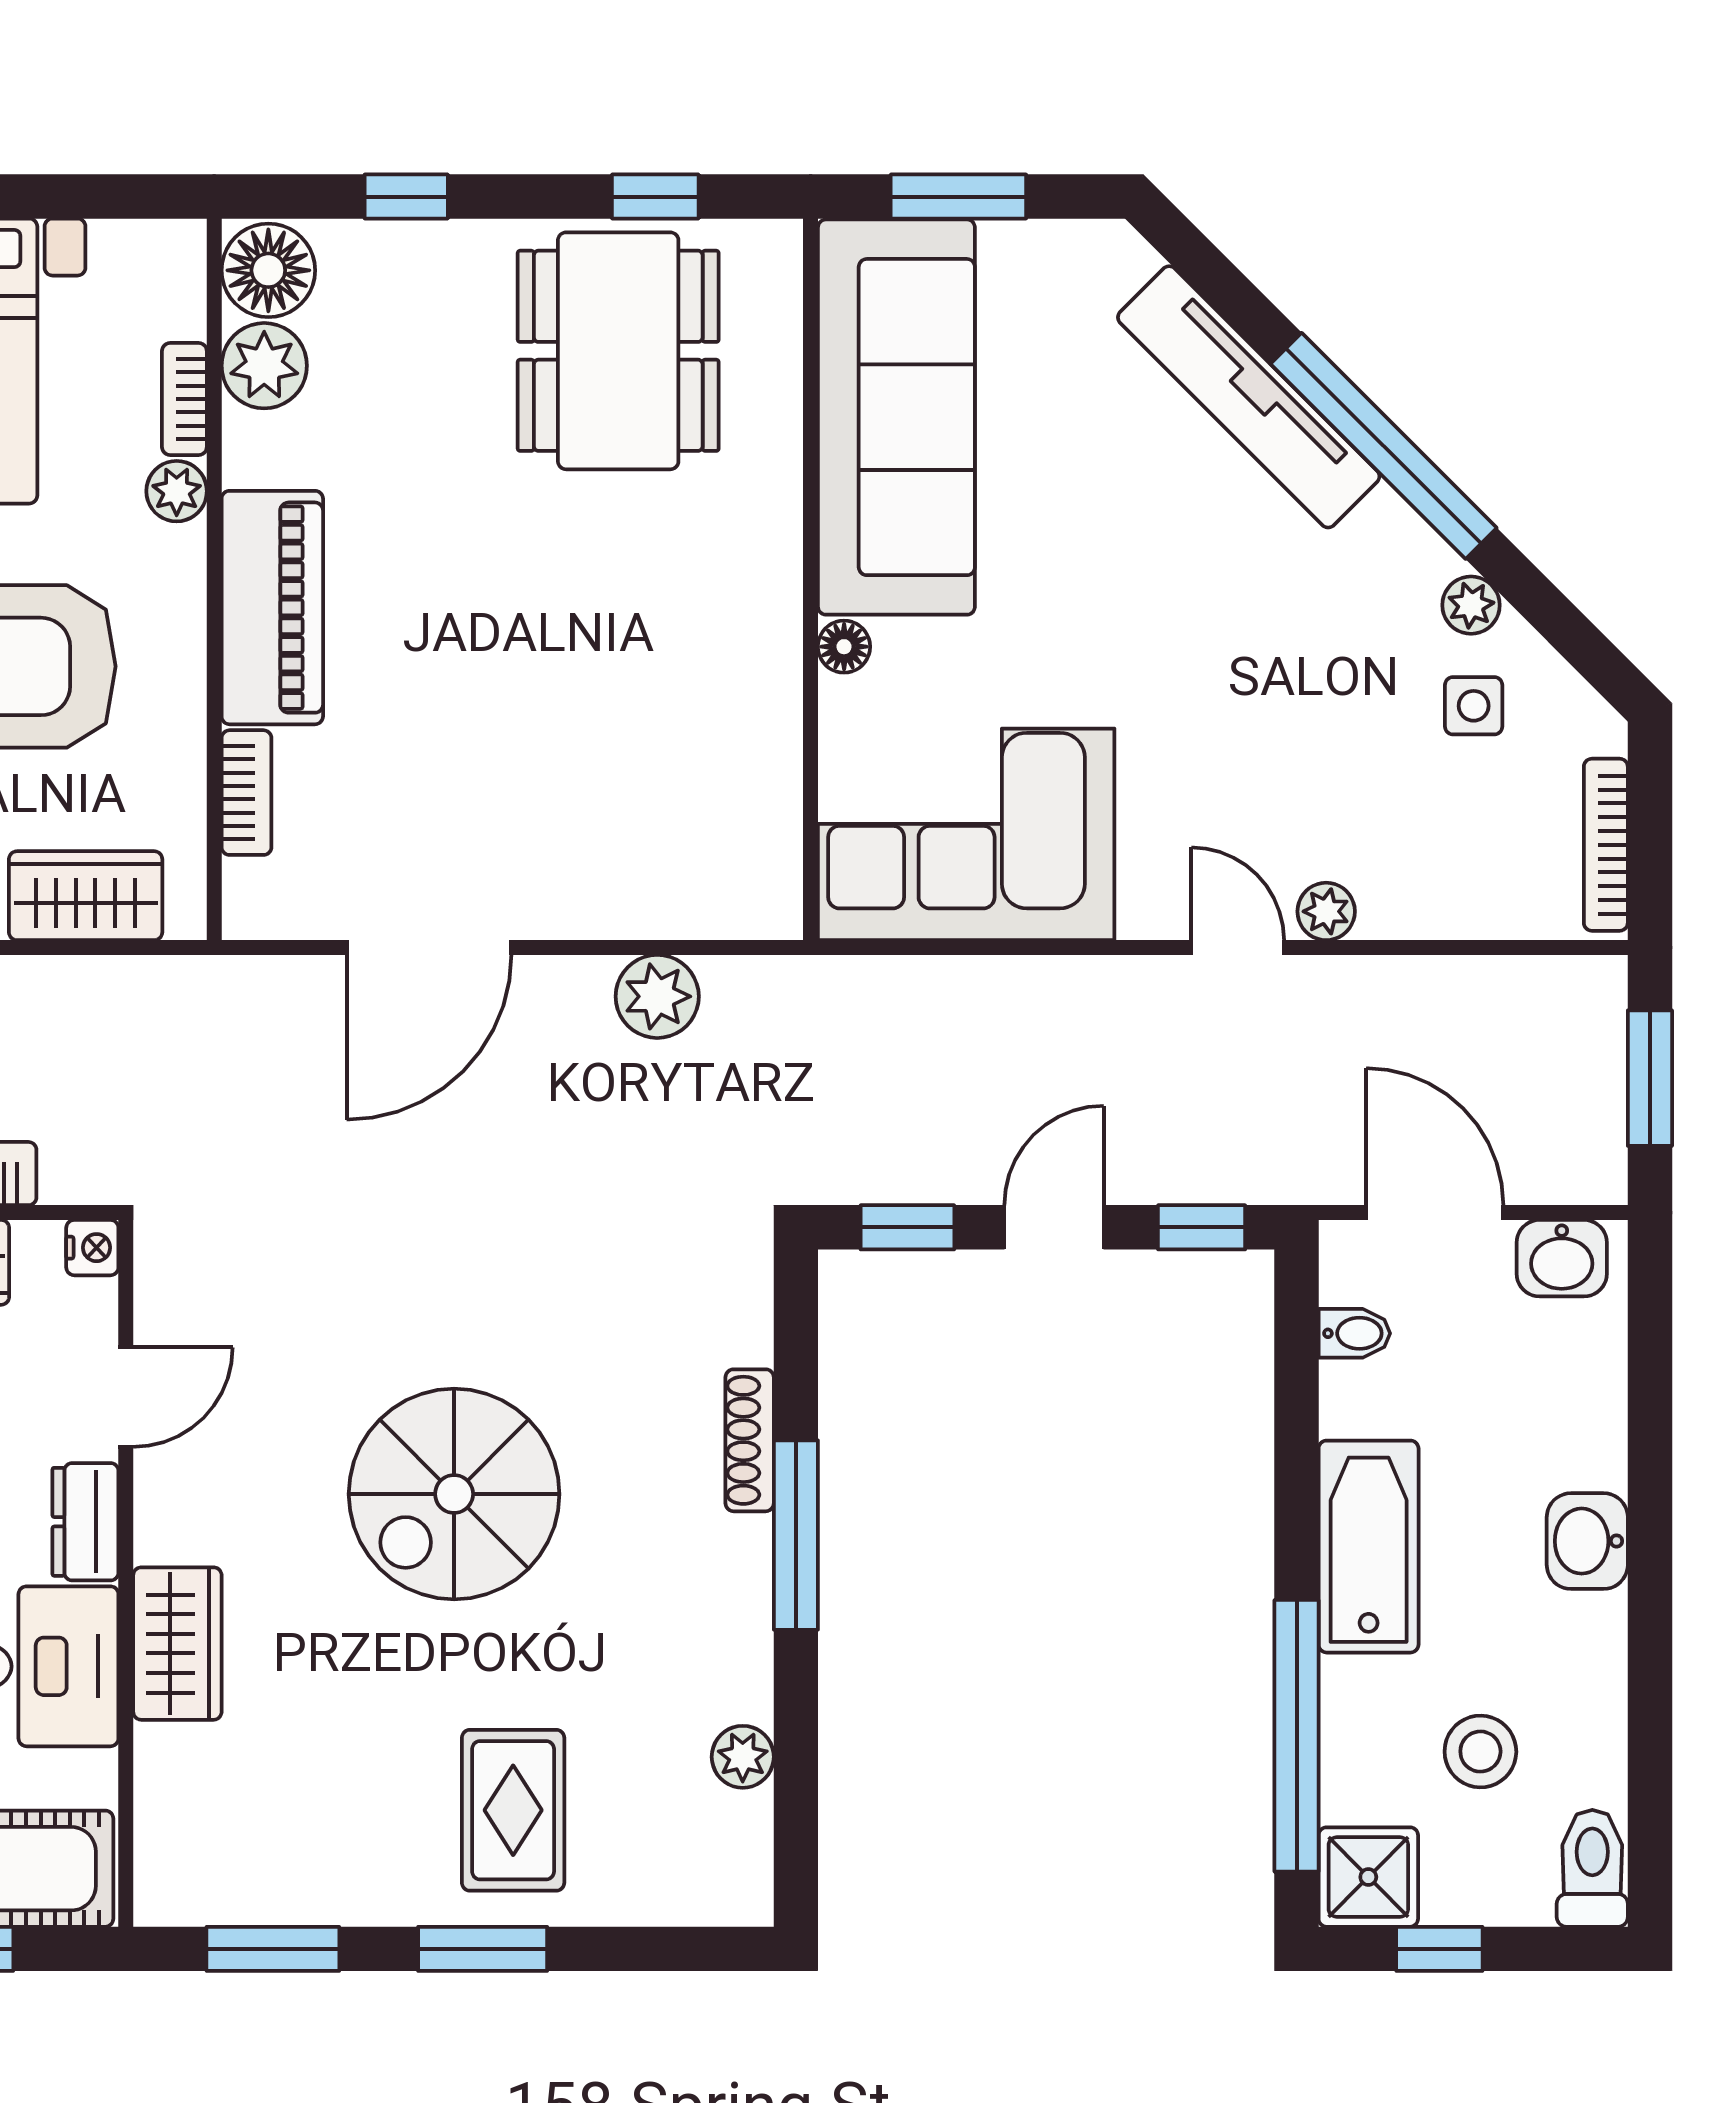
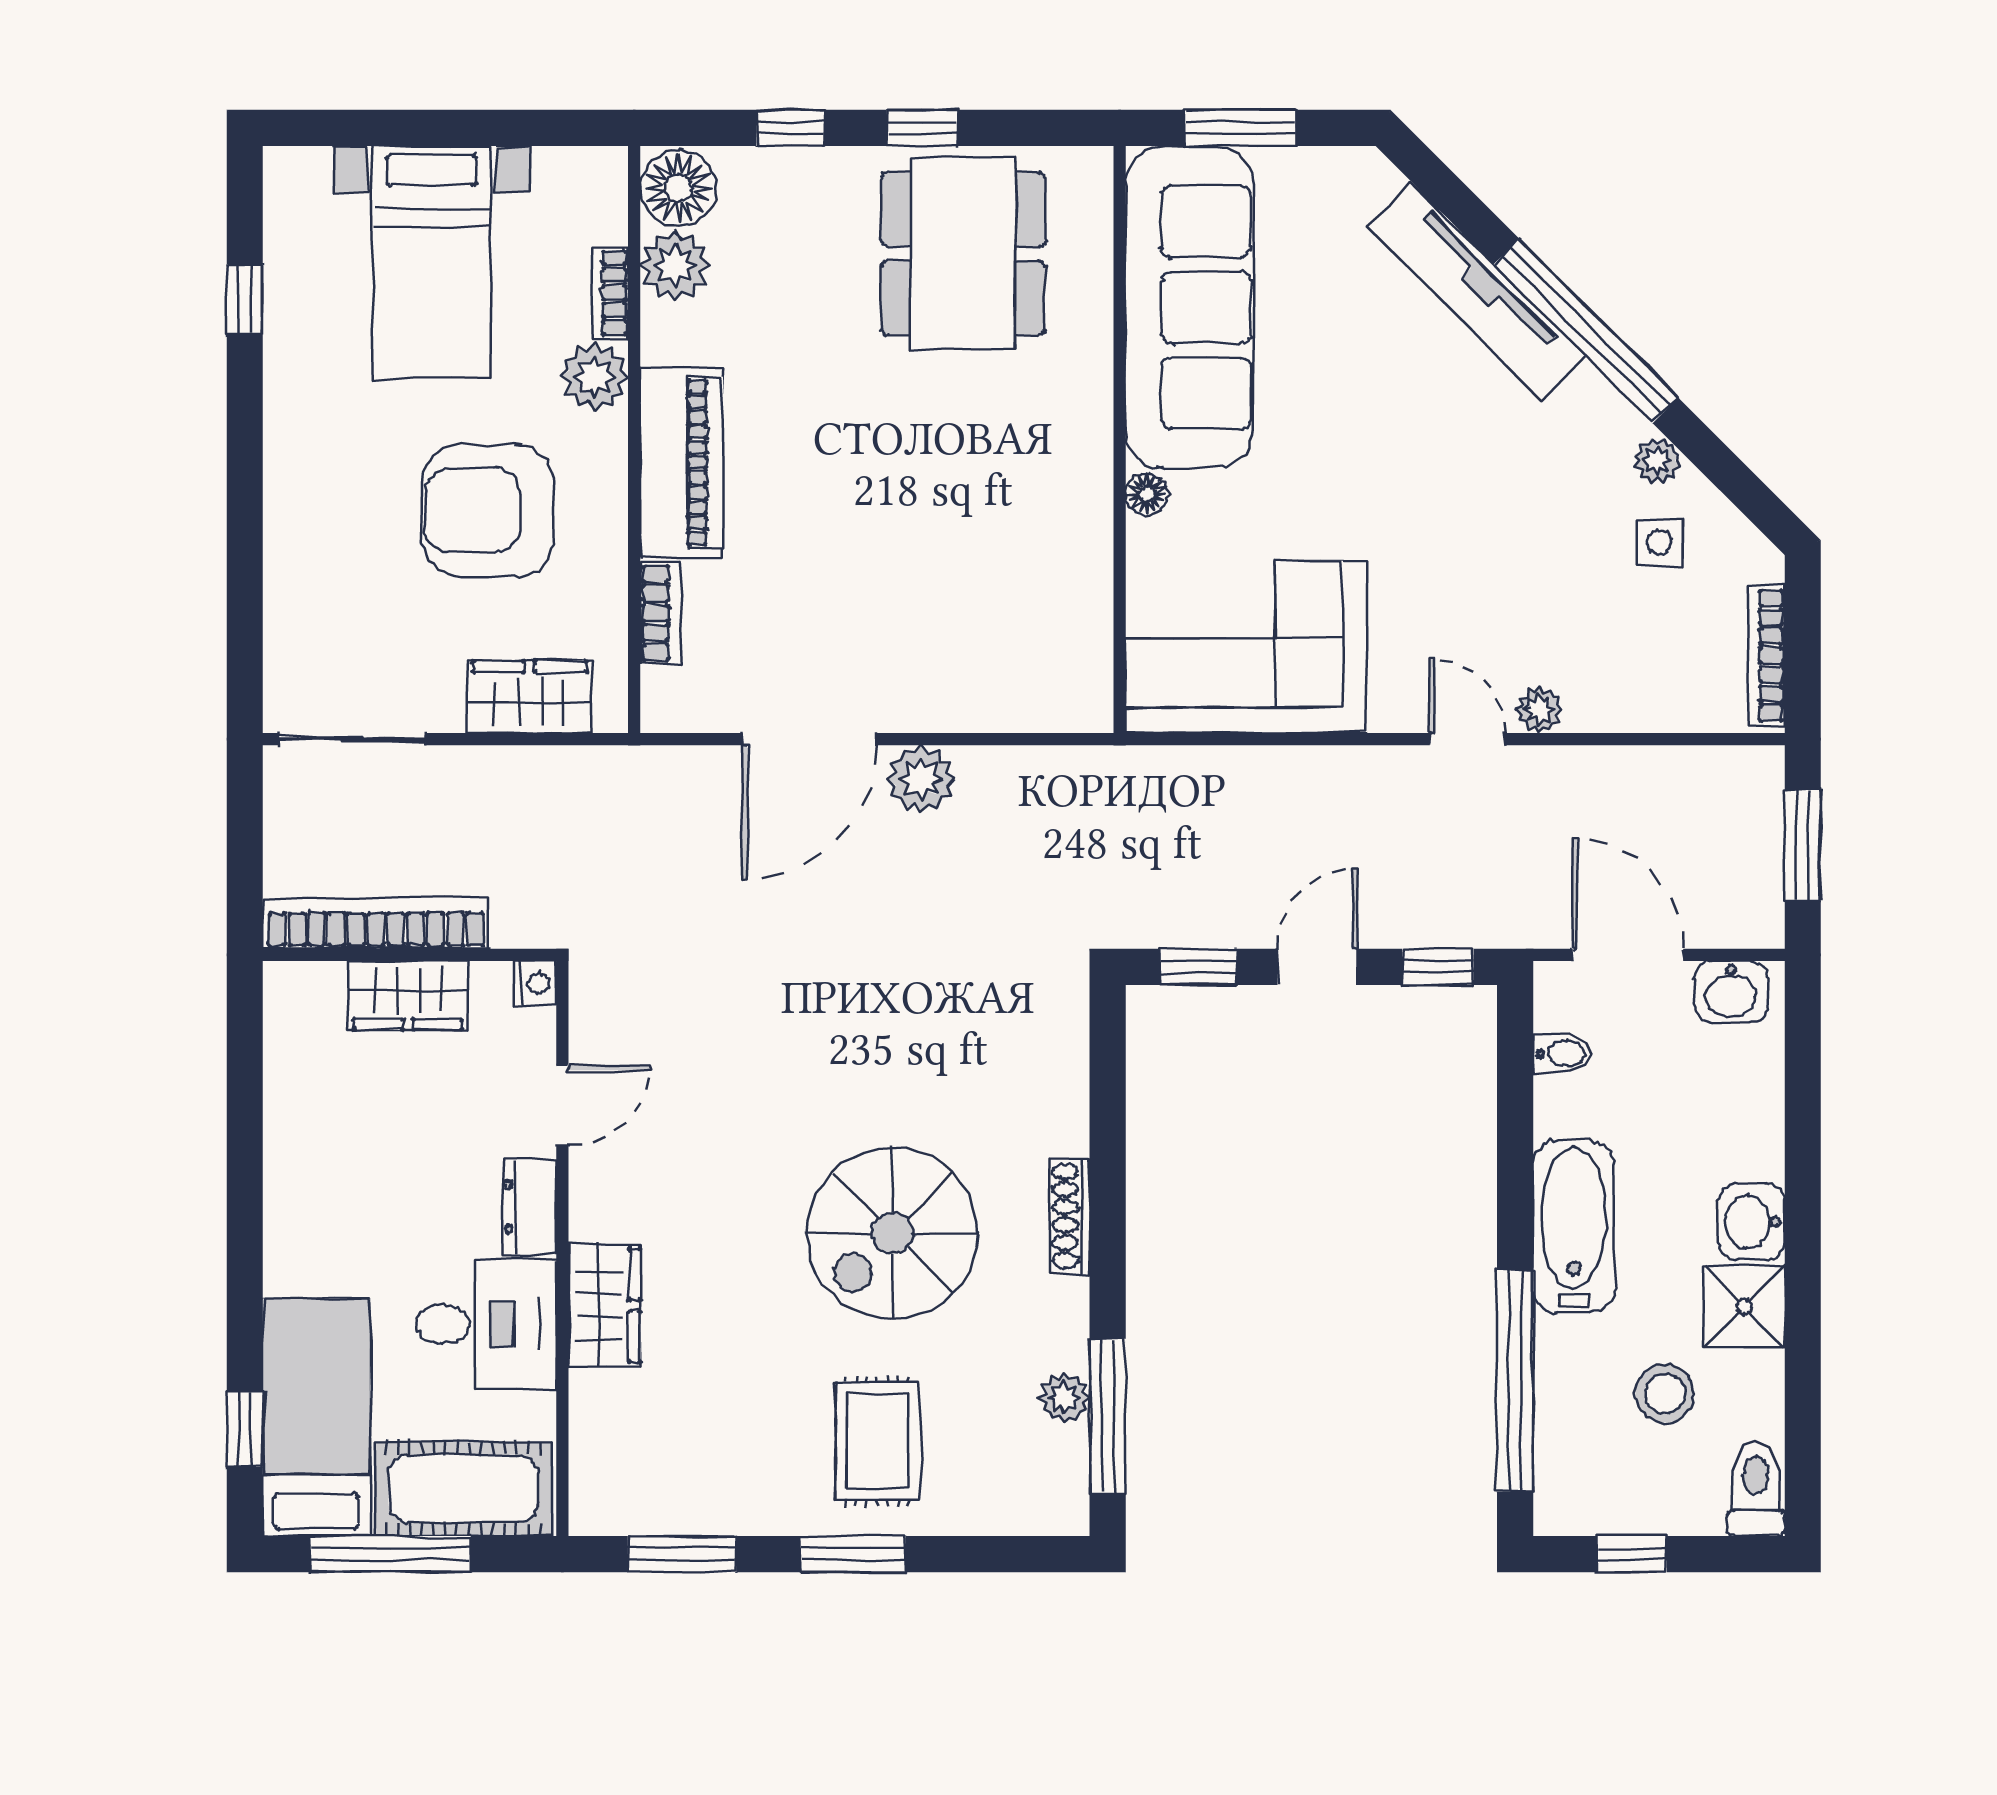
window: (655, 197) -> (922, 128), moved
plant: (177, 491) -> (594, 377), width x1.38, depth x1.38
plant: (657, 996) -> (921, 779), moved
shoe rack: (750, 1440) -> (1070, 1216), moved
spiral stairs: (454, 1494) -> (892, 1233), moved
window: (796, 1535) -> (1108, 1416), moved
shower: (1368, 1877) -> (1744, 1306), moved

